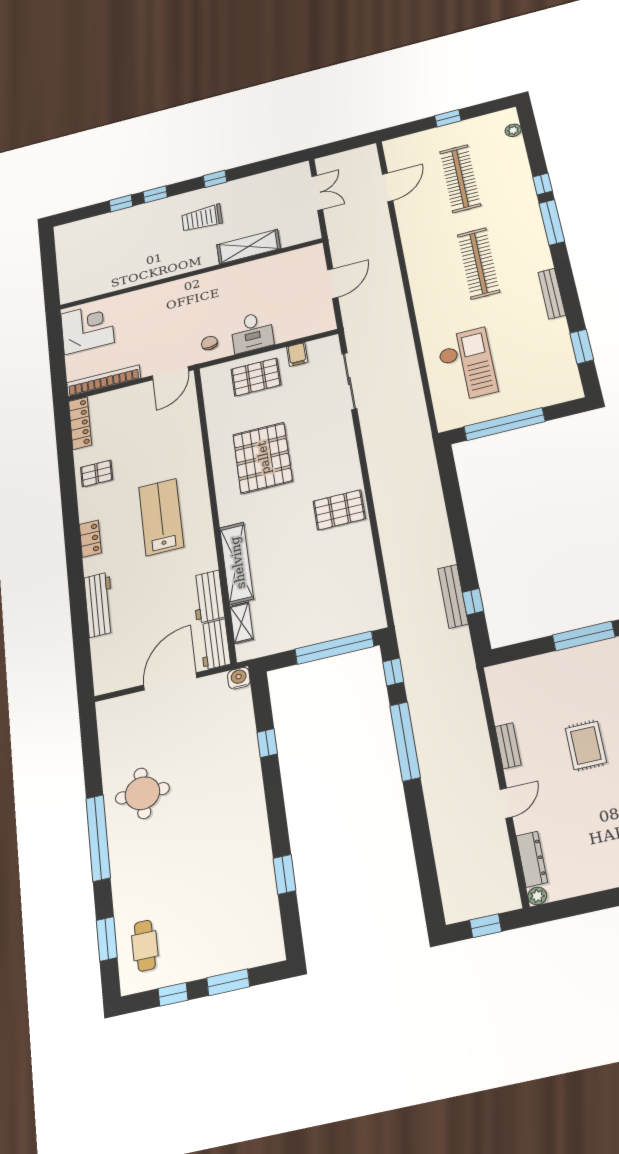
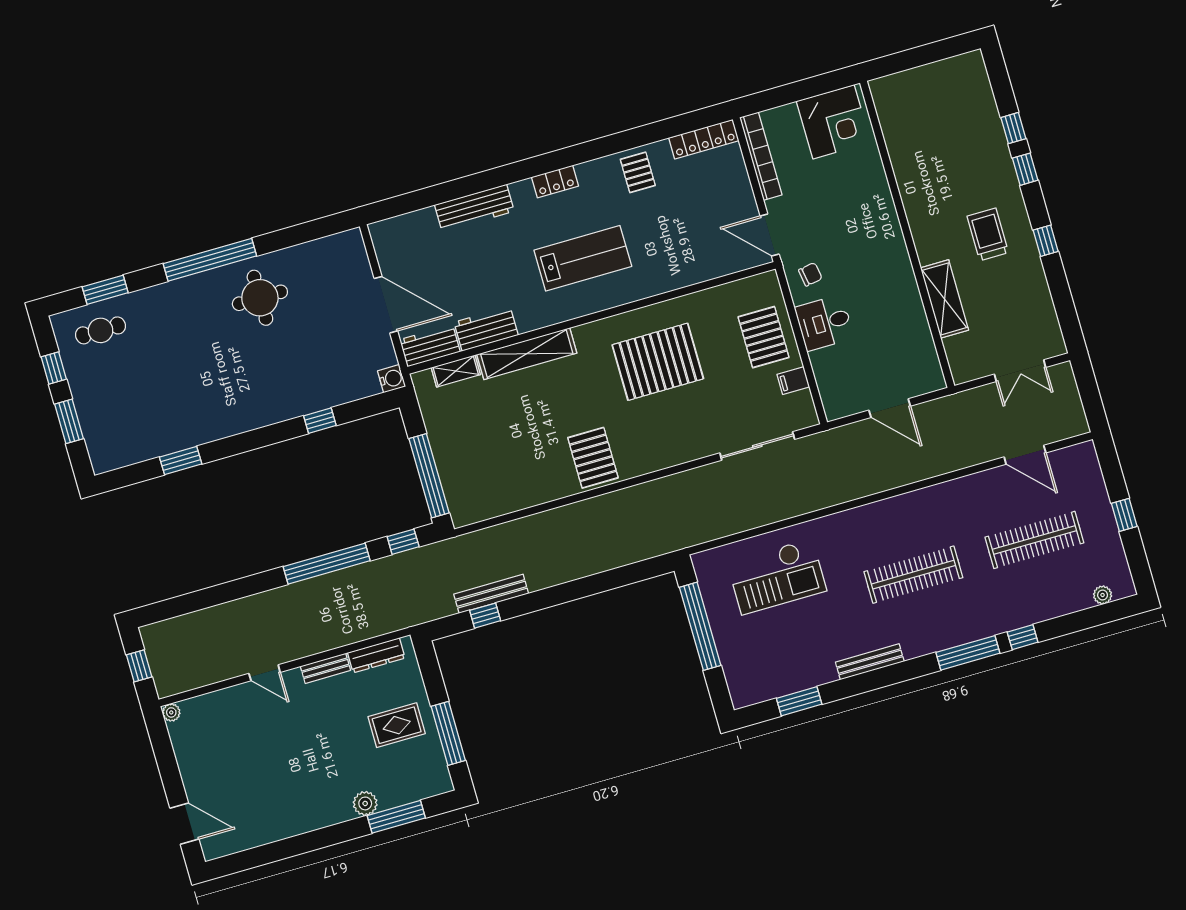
rug: (586, 745) -> (397, 725), moved
dresser: (532, 859) -> (376, 655), moved

